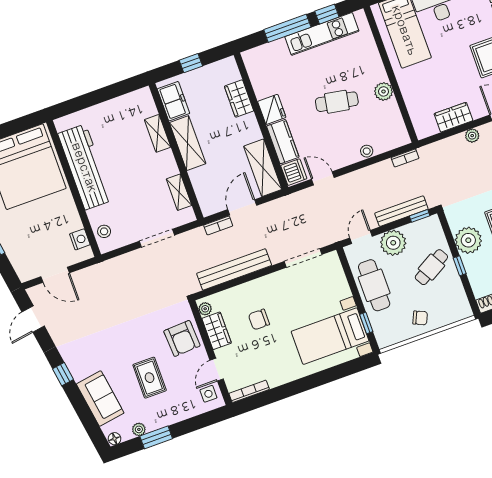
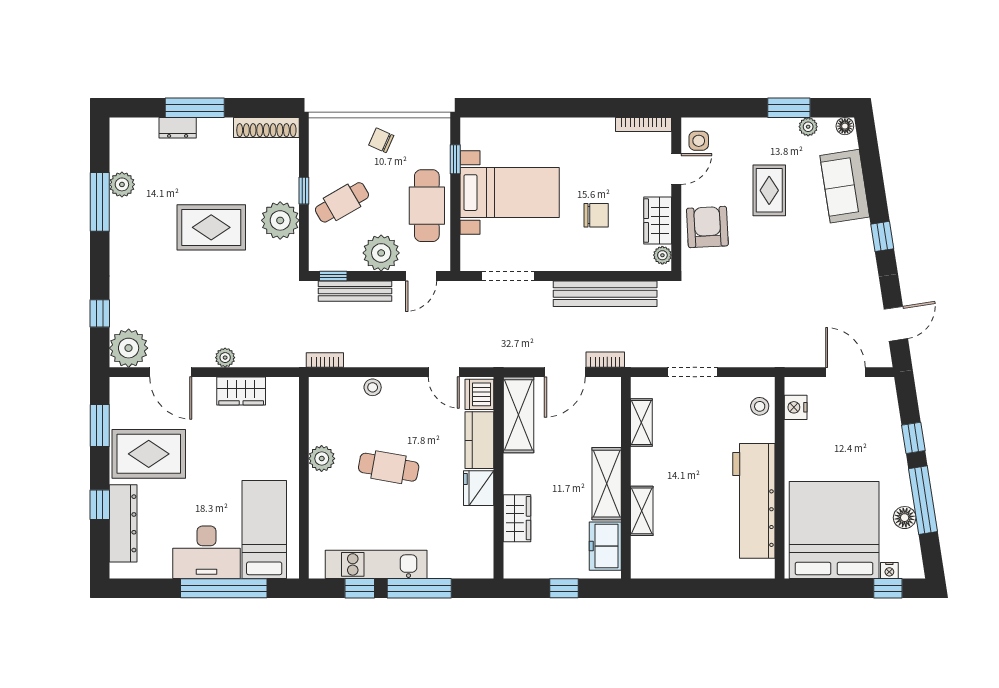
bed with nightstands: (330, 336) -> (510, 193), moved

